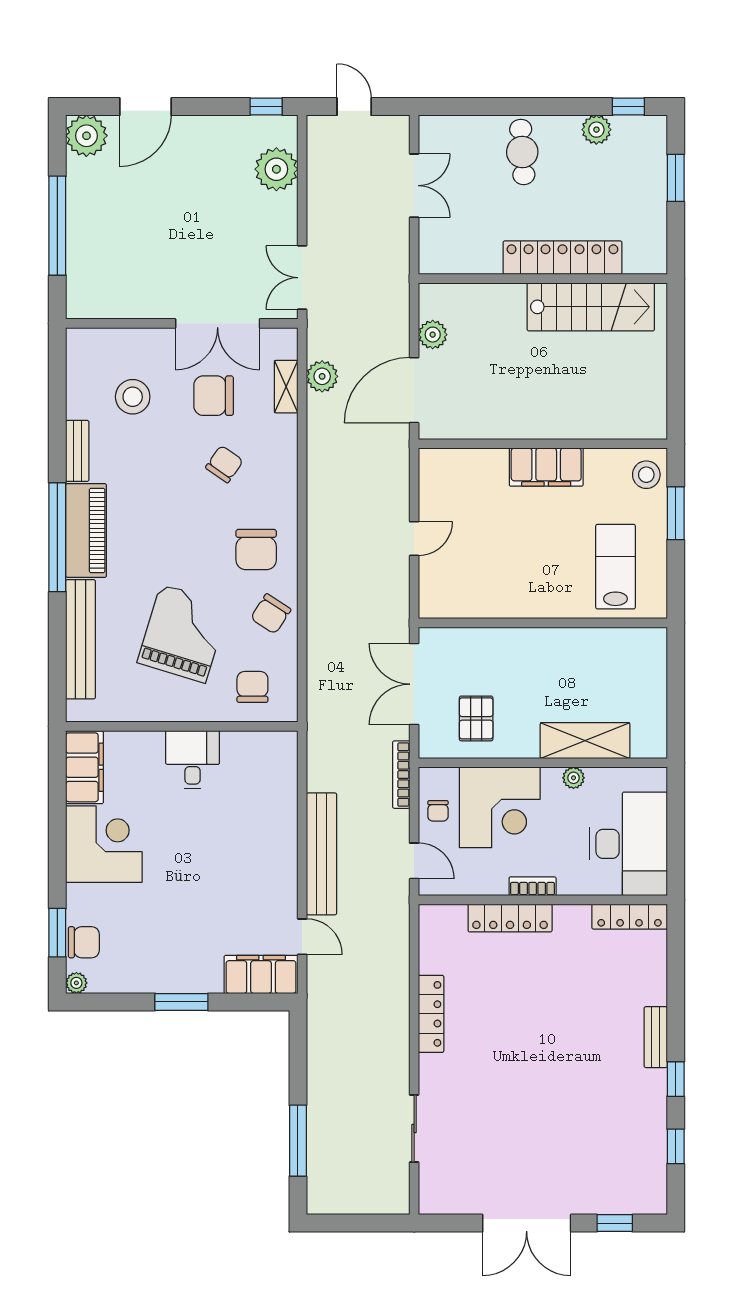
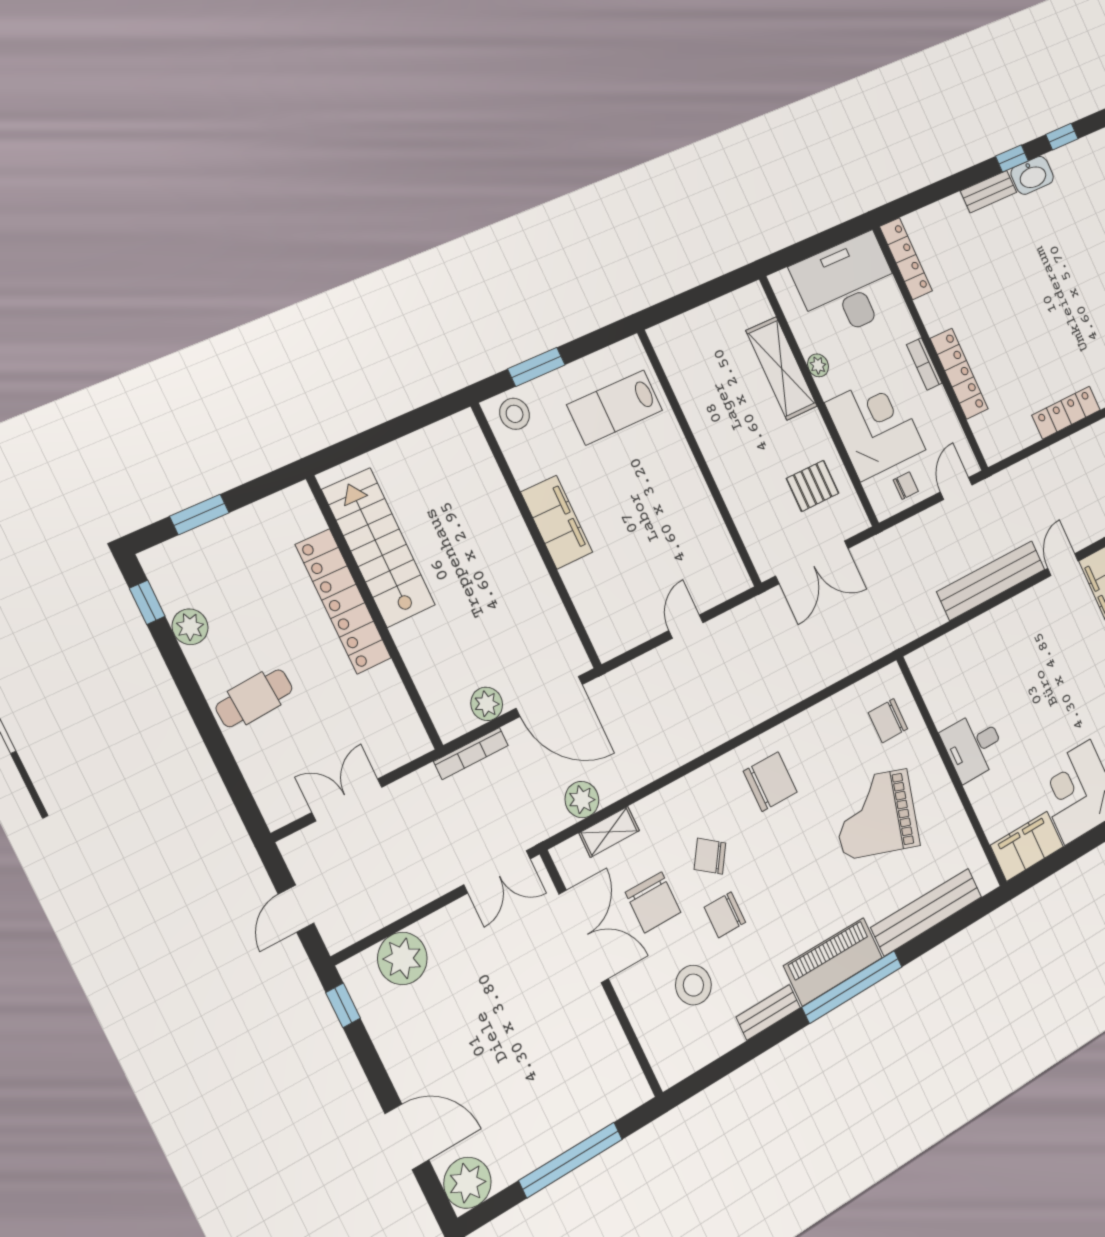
door: (414, 539) -> (686, 627), hinge flipped
chair: (271, 614) -> (725, 915), moved, turned 147
bookcase: (401, 775) -> (471, 753), moved
washbasin: (653, 1093) -> (1032, 175), added

